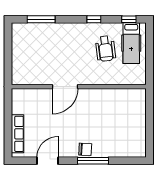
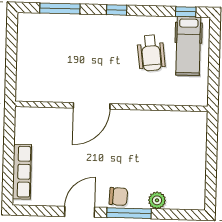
window: (94, 19) -> (117, 10), moved
plant: (112, 151) -> (157, 200), added
door: (48, 161) -> (80, 212), moved

